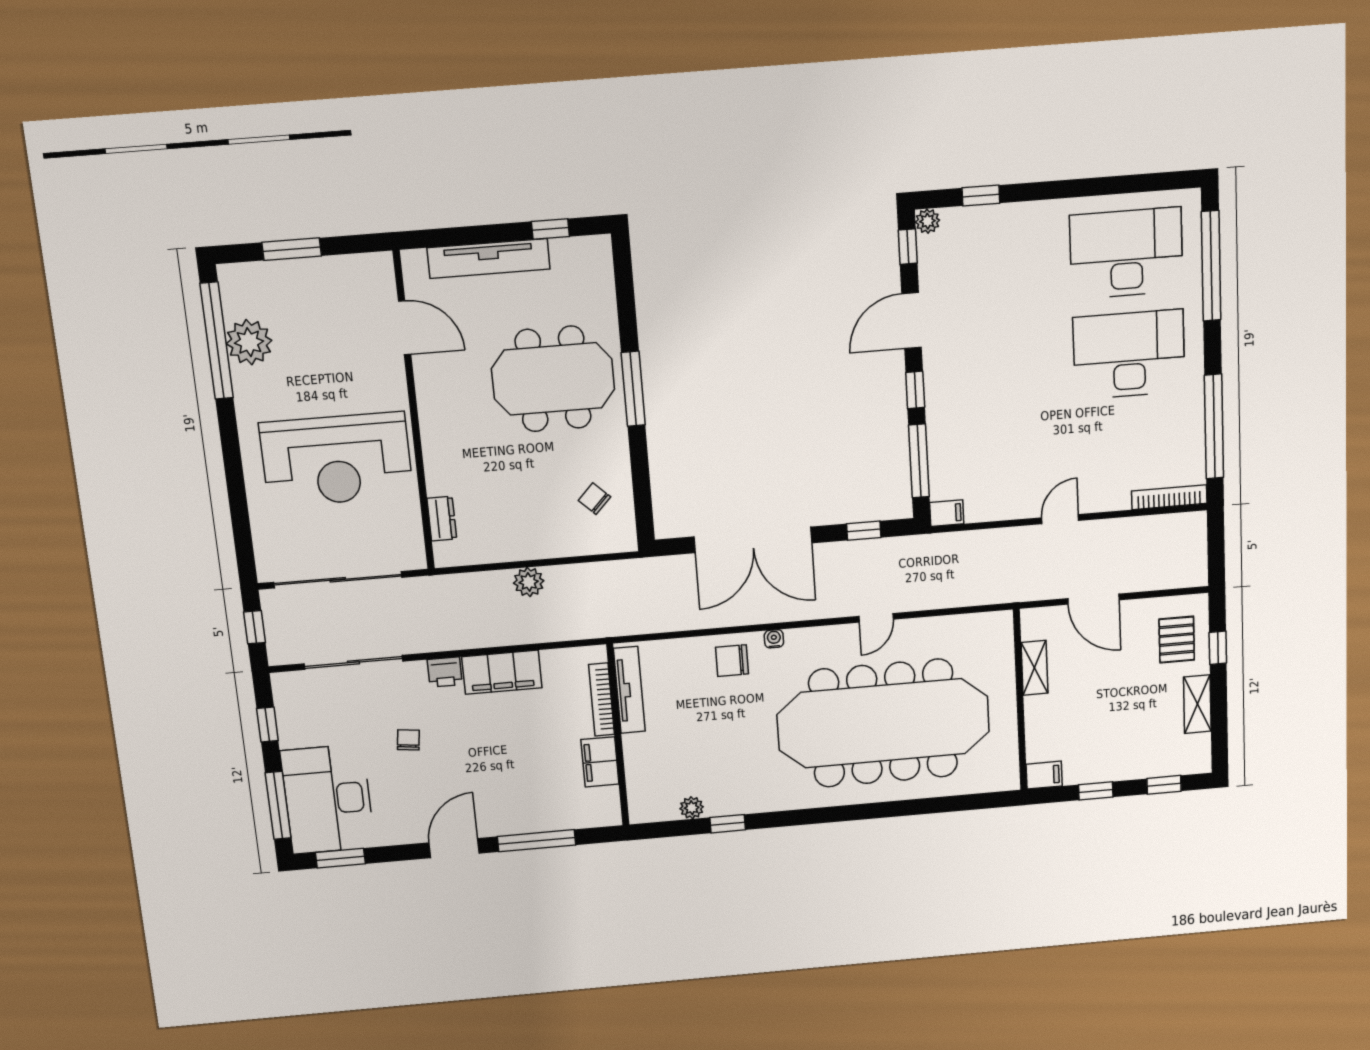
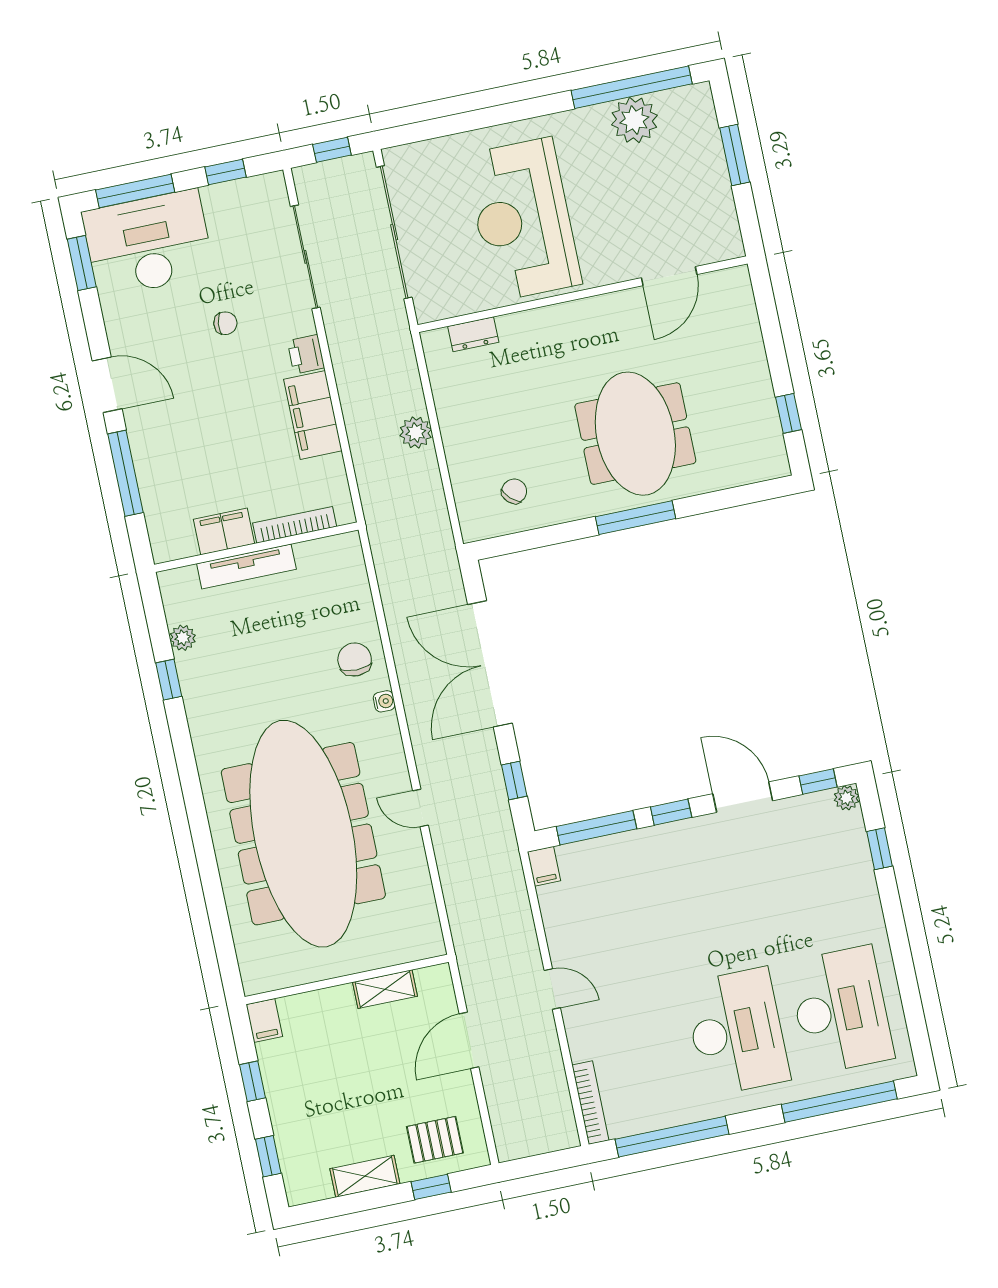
tv unit: (489, 258) -> (751, 354), removed
tv unit: (629, 690) -> (246, 566), moved

